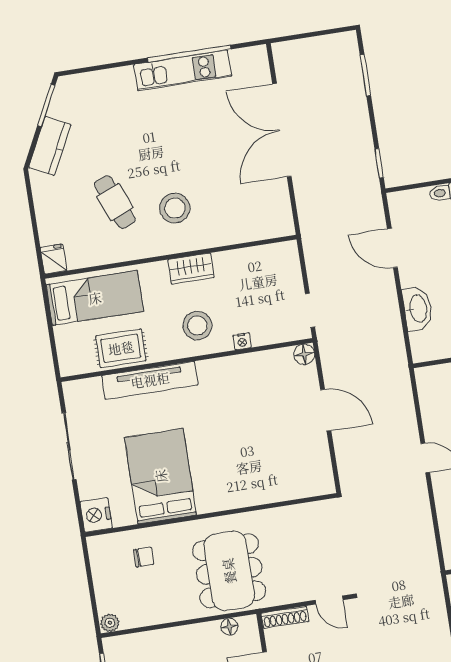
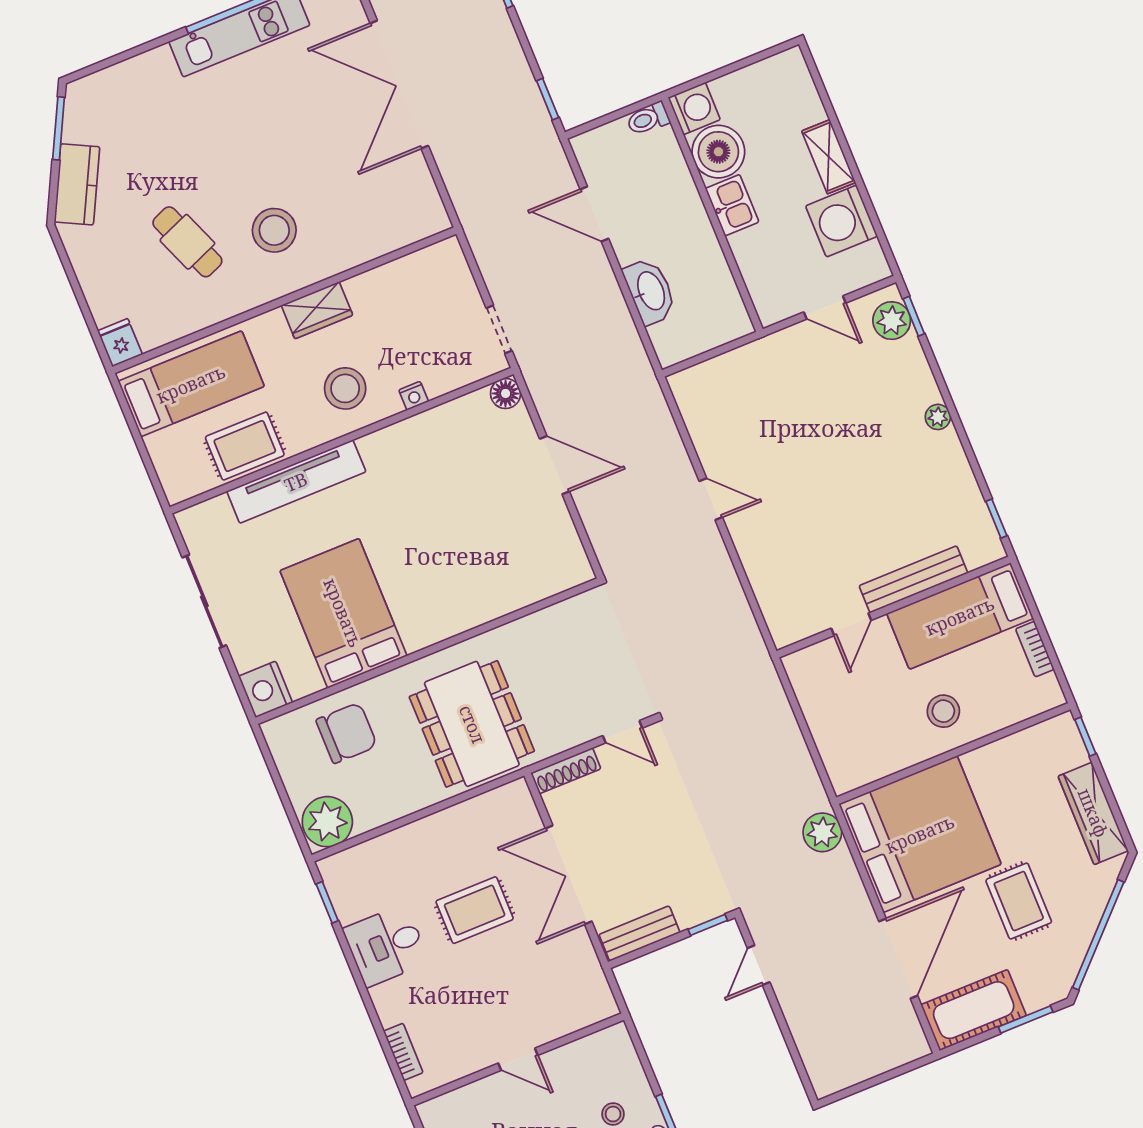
chair: (144, 557) -> (347, 733), width x1.87, depth x1.87
plant: (110, 623) -> (327, 822), width x1.88, depth x1.88
floor lamp: (229, 627) -> (491, 802), removed

